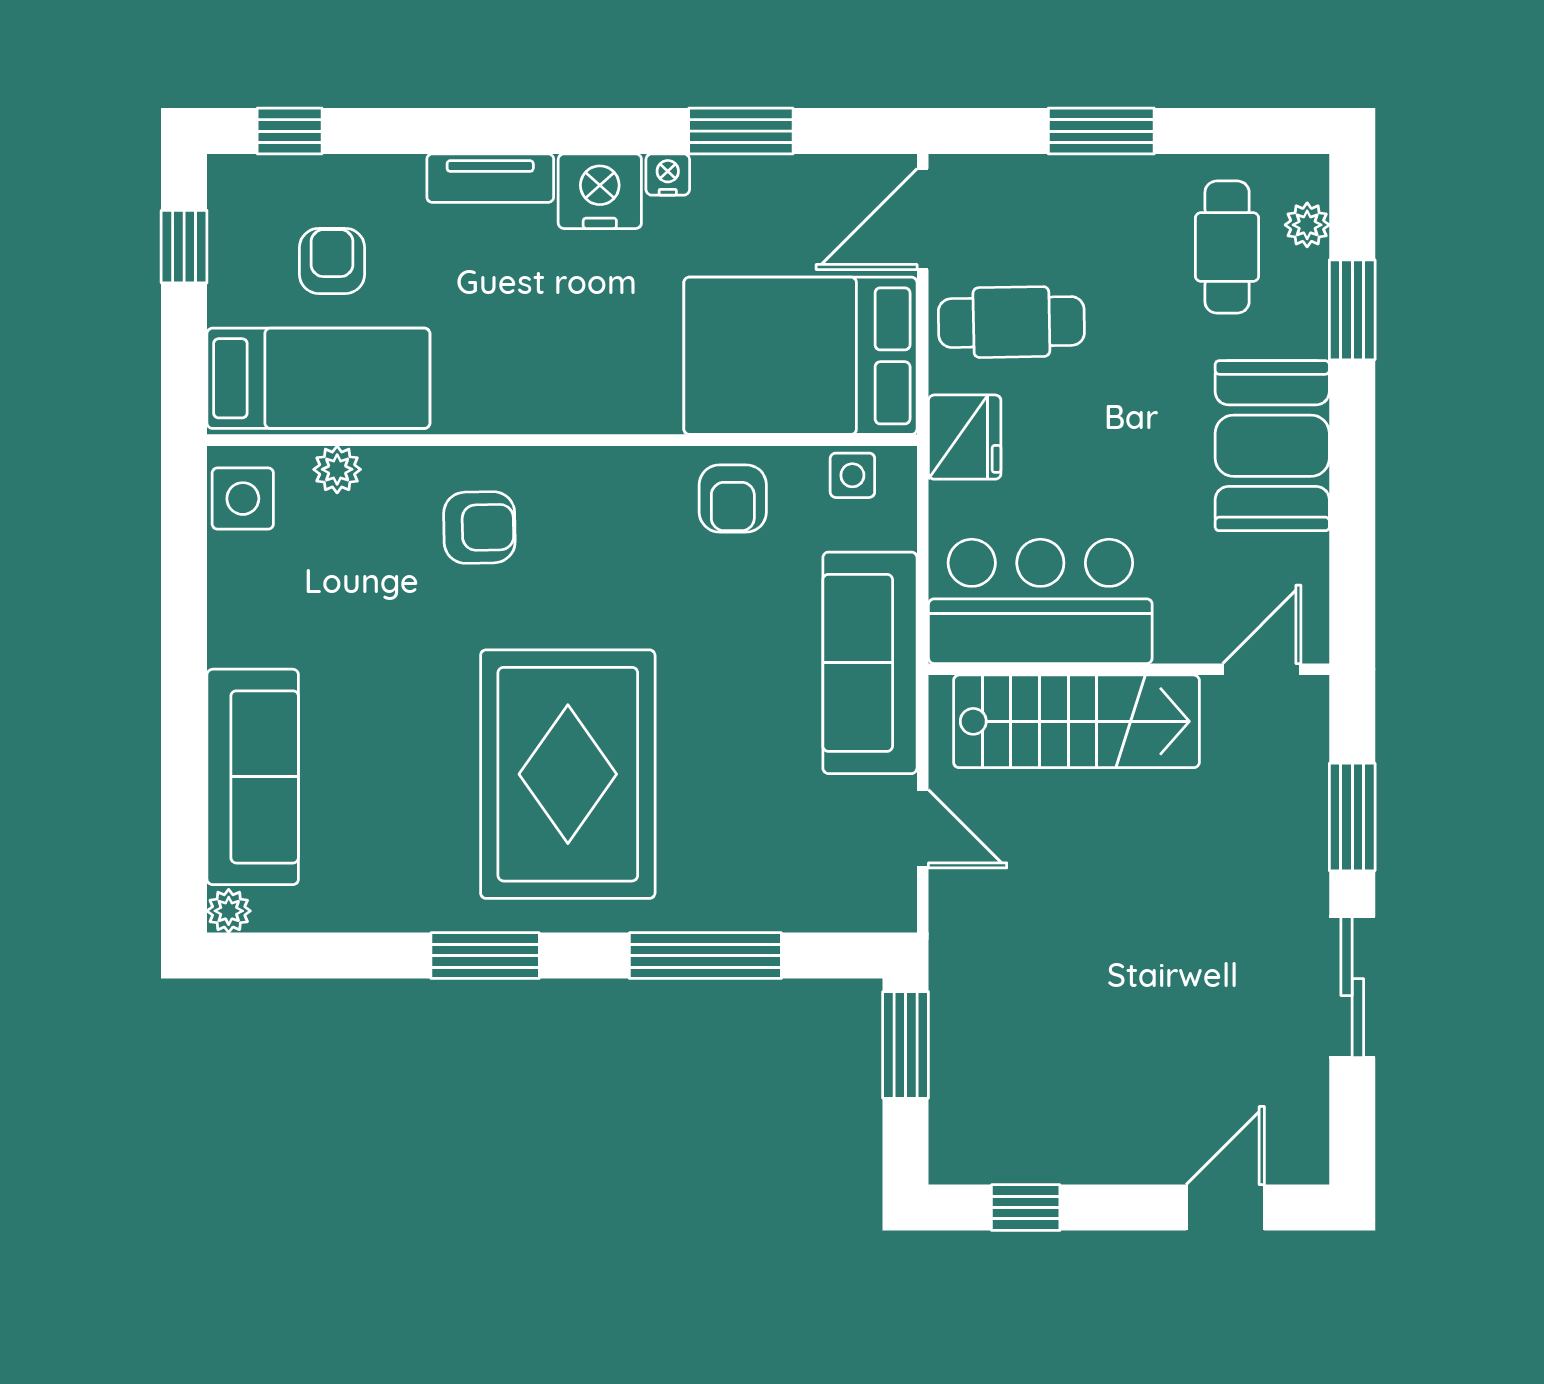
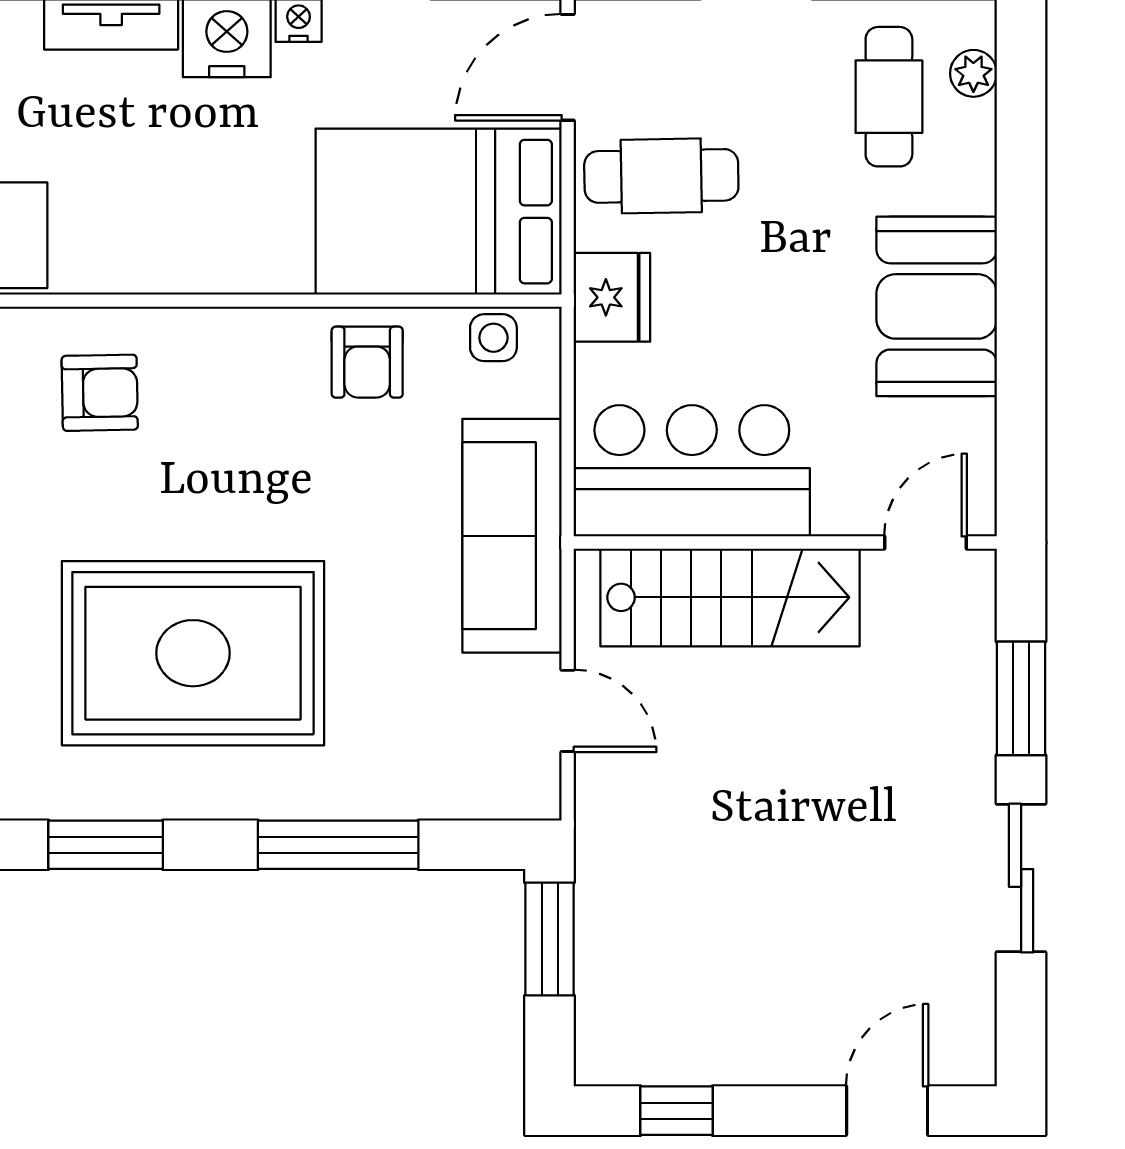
window: (1352, 310) -> (1021, 163), removed
rug: (568, 774) -> (193, 653), turned 90

